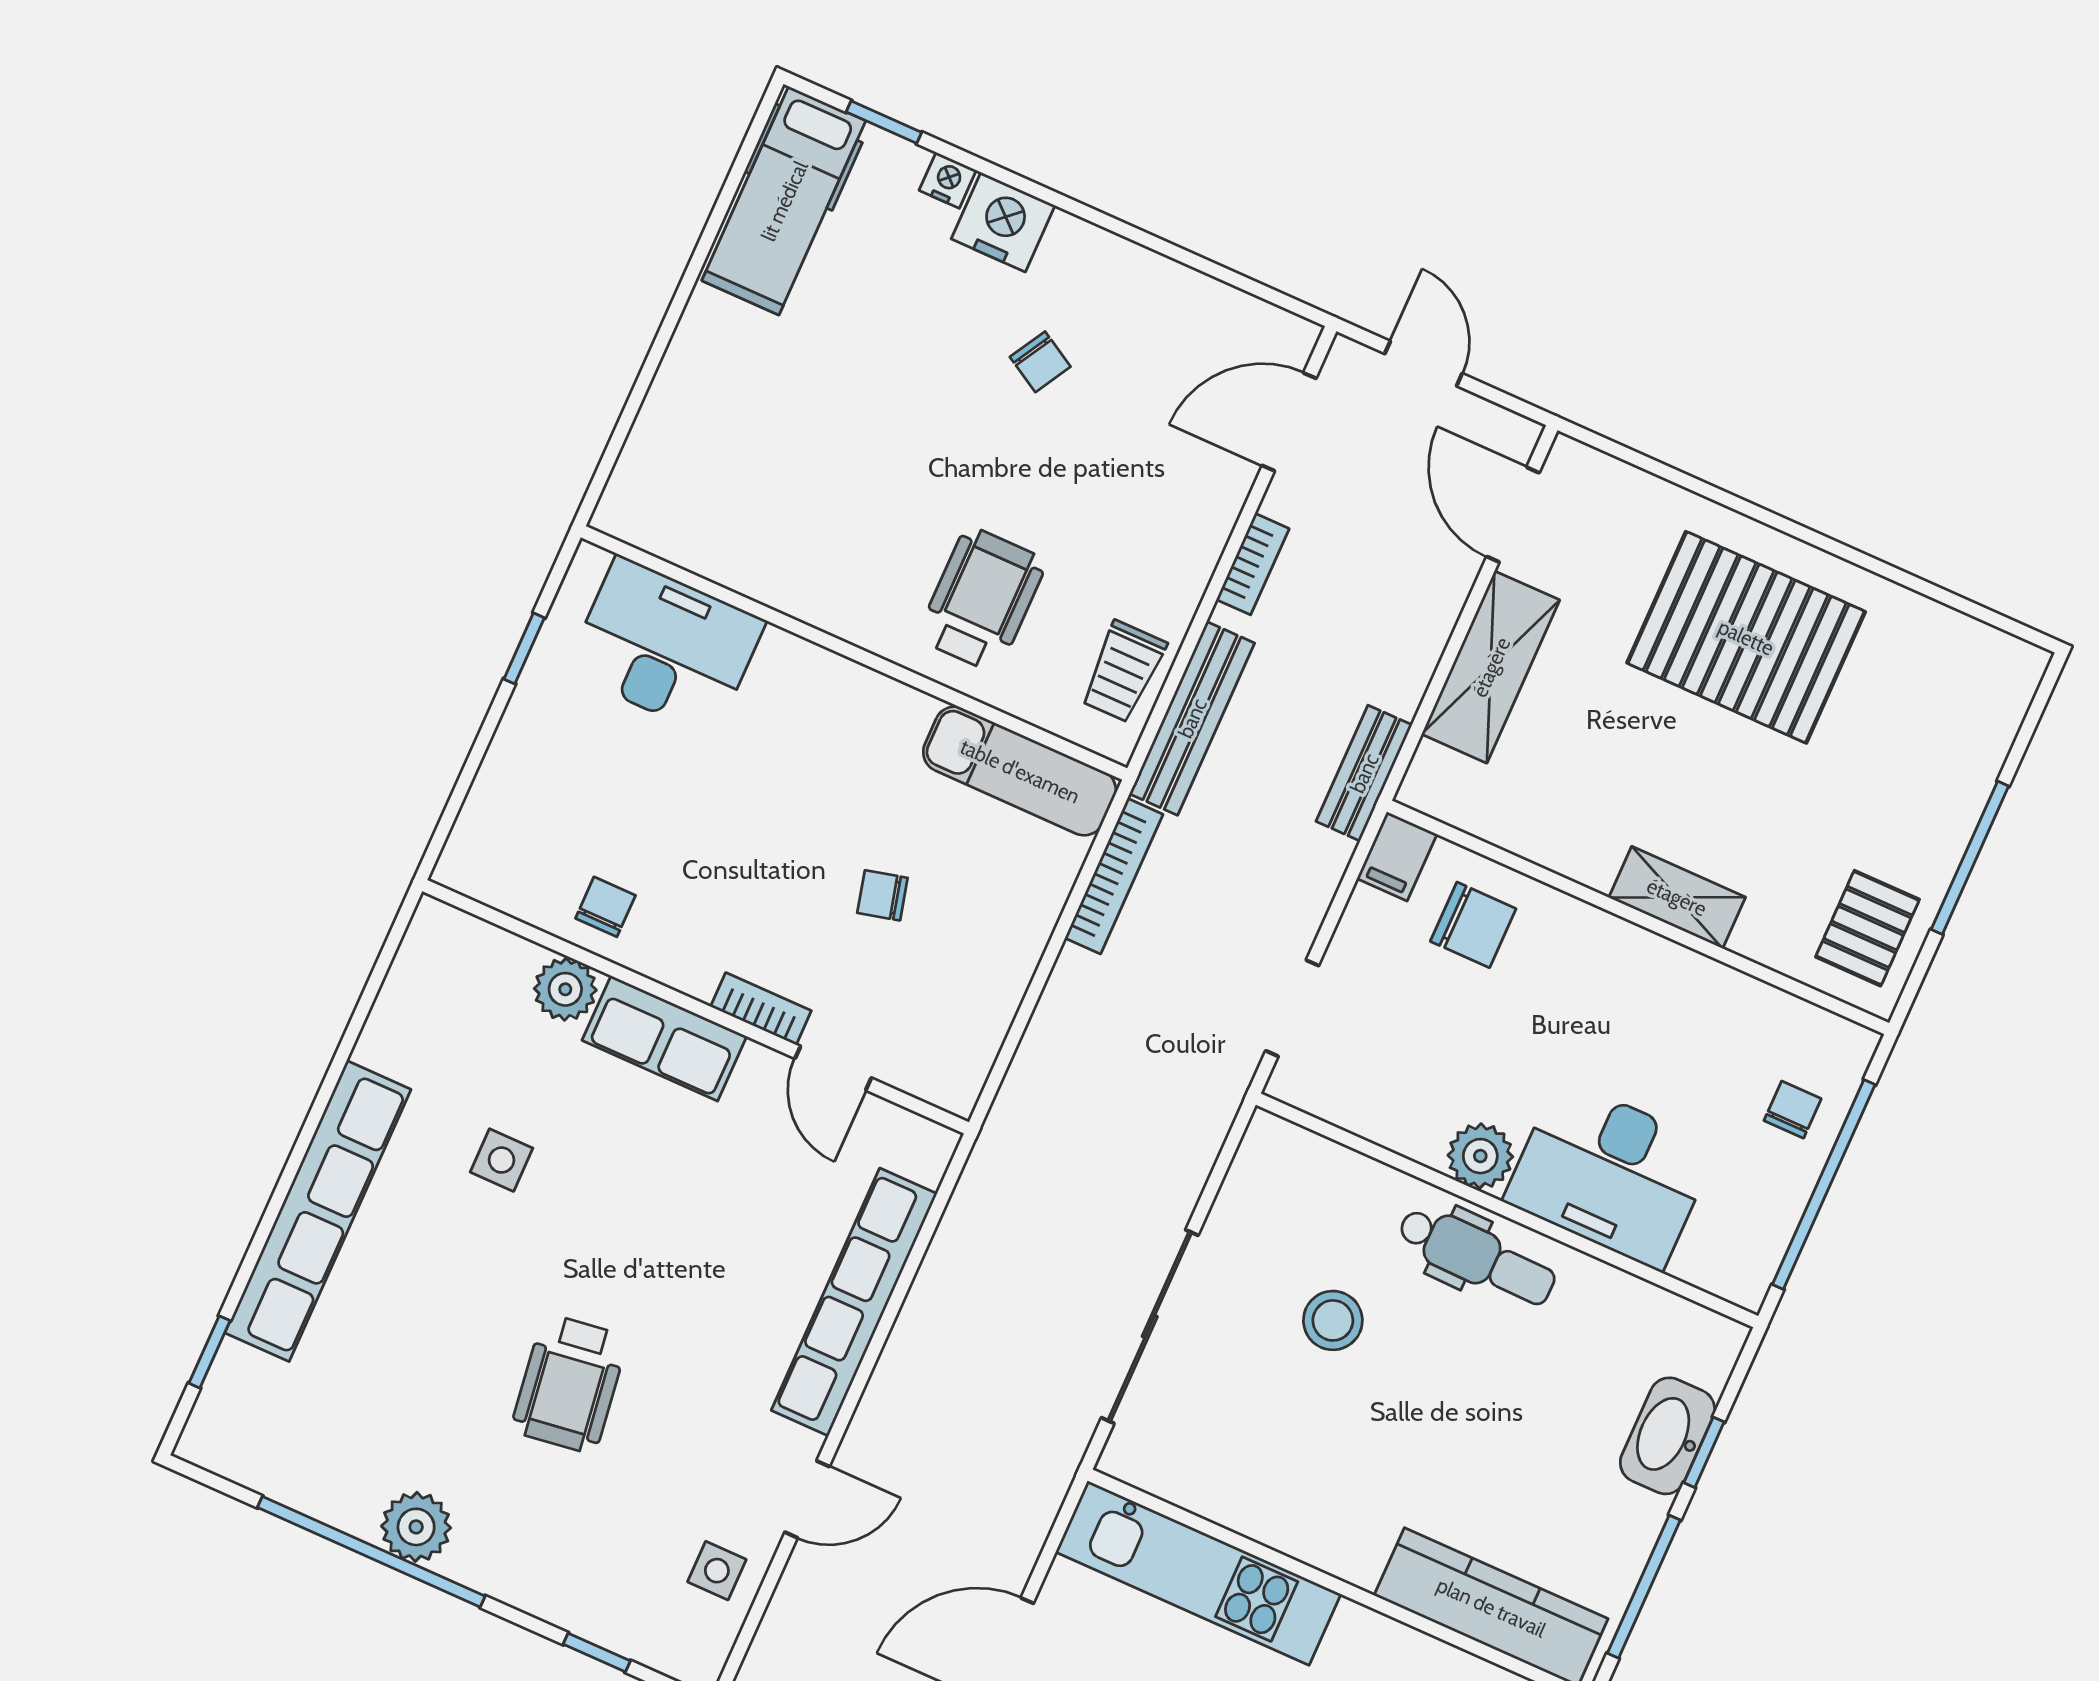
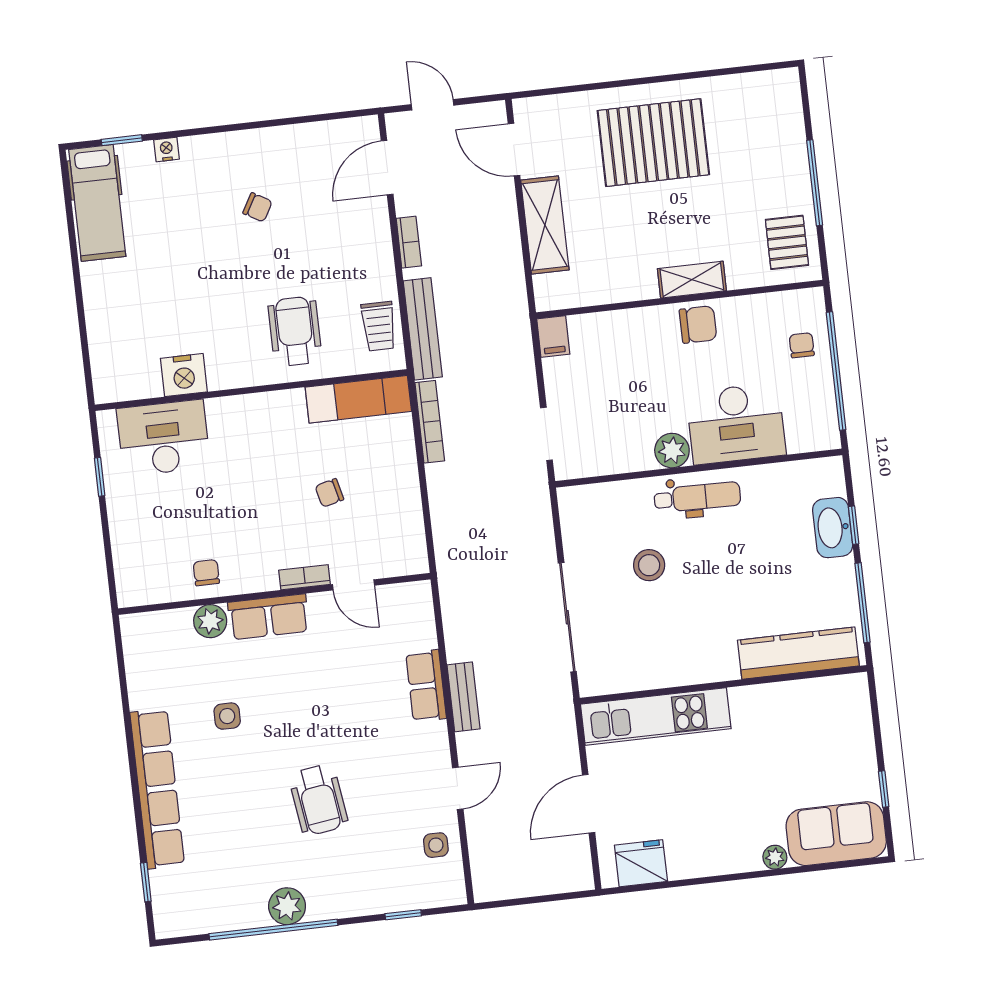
nightstand: (1003, 222) -> (184, 375), moved, turned 180
bench: (1364, 773) -> (464, 697), moved
chair: (1473, 925) -> (698, 325), moved
row of seats: (854, 1302) -> (426, 686), width x0.50

